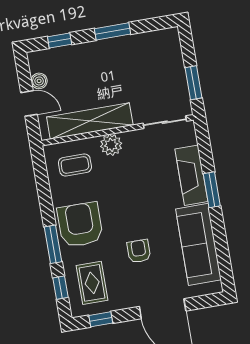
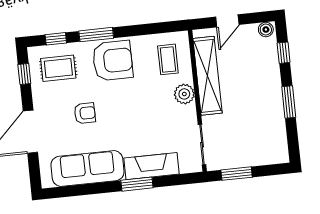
boiler: (39, 81) -> (266, 30), moved

